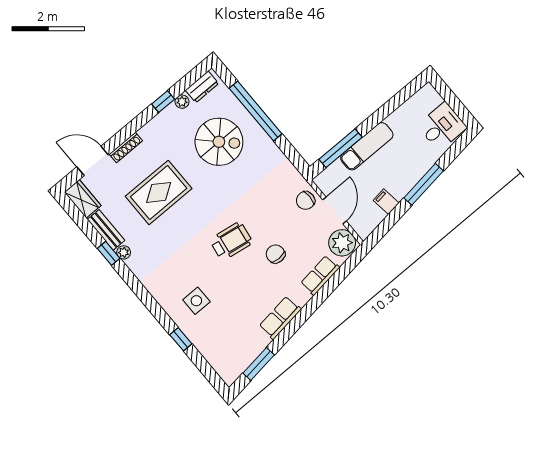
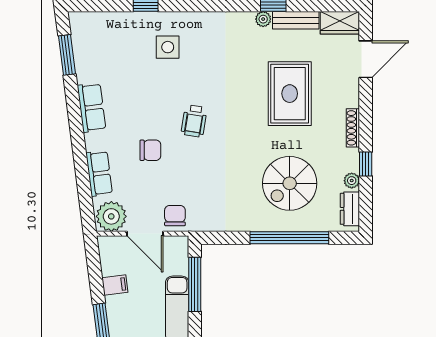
shoe rack: (126, 148) -> (353, 128), moved
wheelchair: (231, 241) -> (194, 121), width x0.73, depth x0.73

